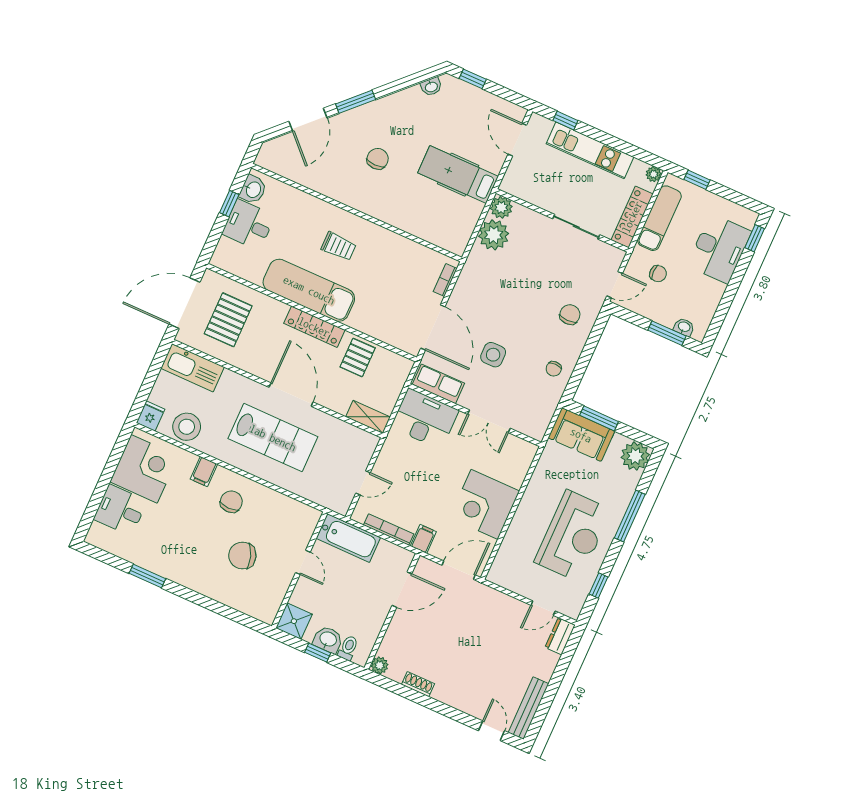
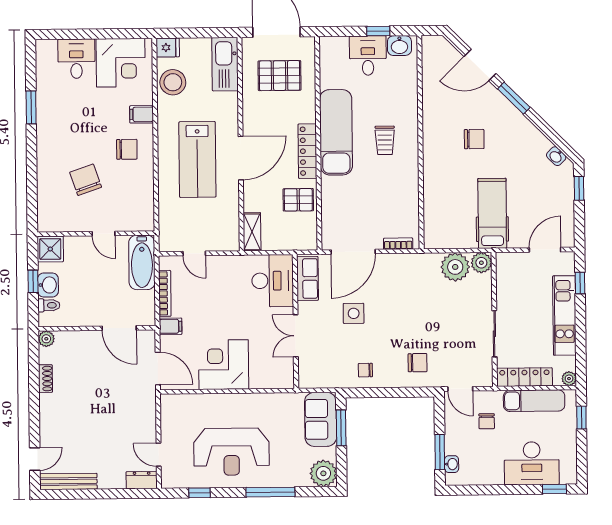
door: (303, 562) -> (104, 234), hinge flipped

